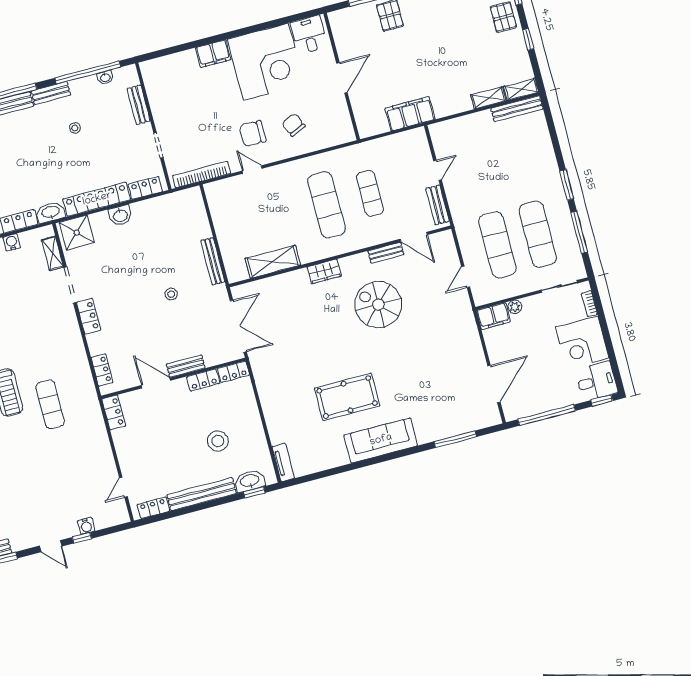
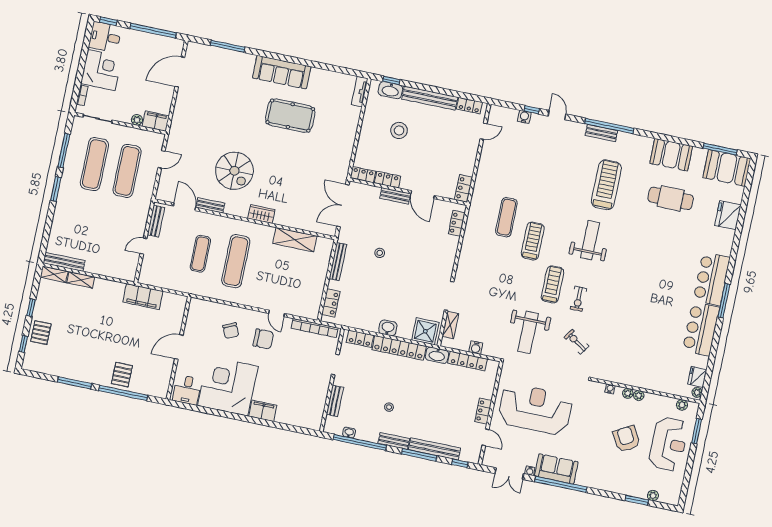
locker: (89, 316) -> (331, 303), moved, turned 180

